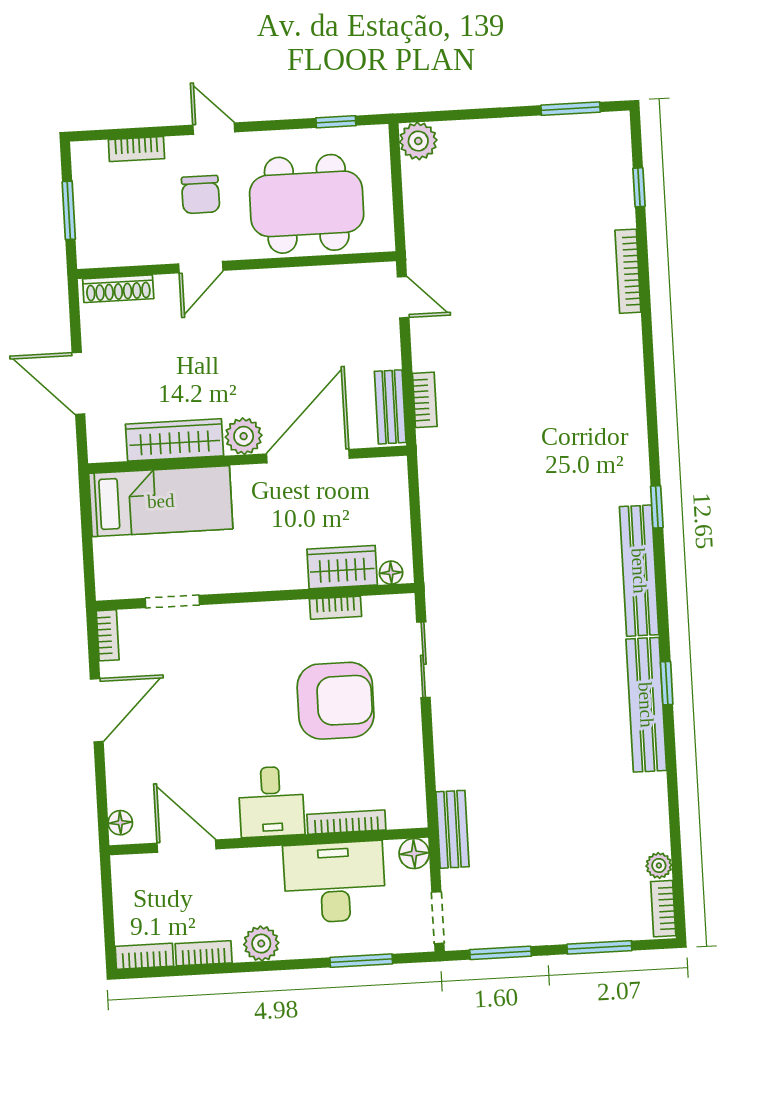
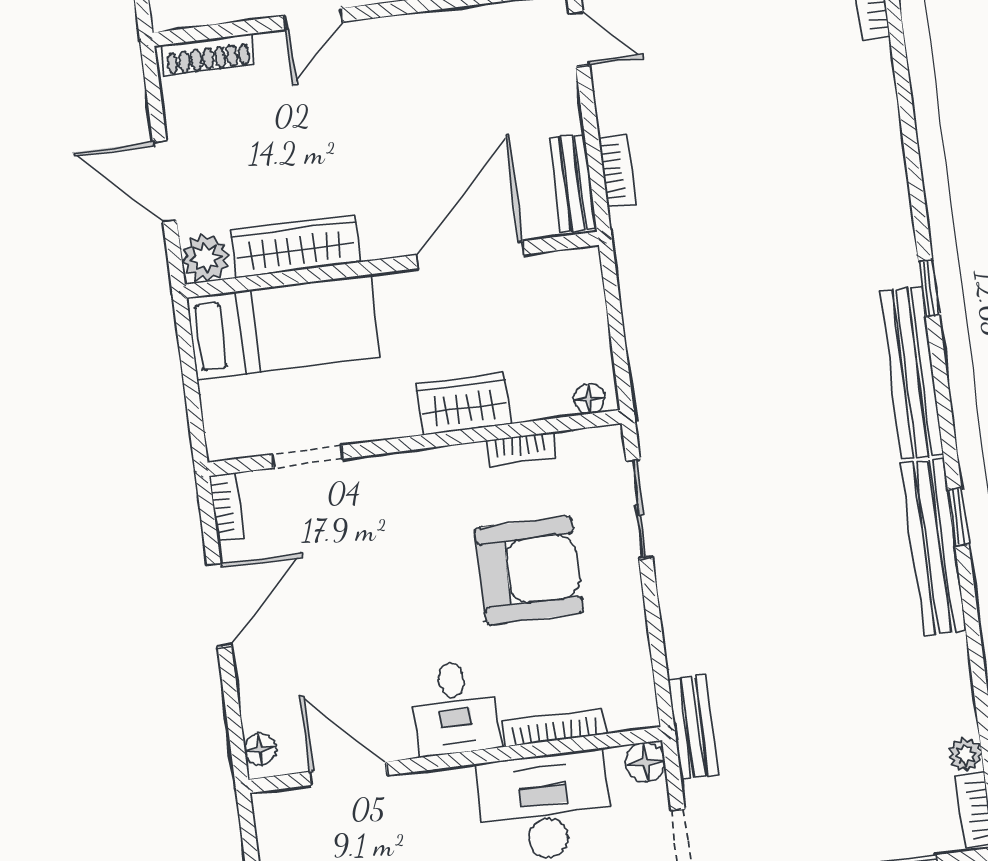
plant: (244, 436) -> (205, 258), moved
wardrobe: (342, 567) -> (463, 404), moved

